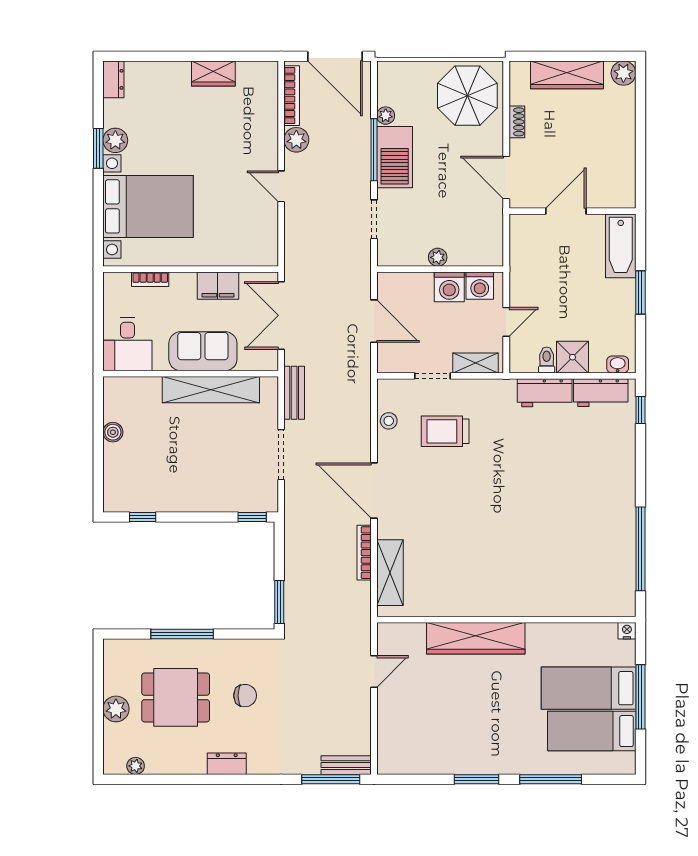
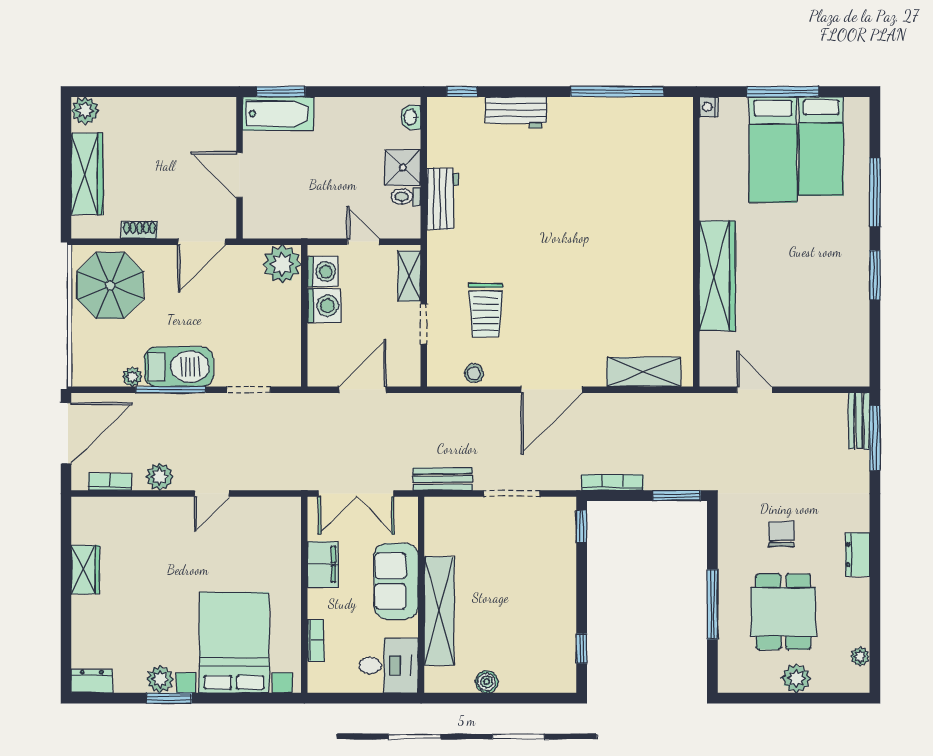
bookcase: (292, 96) -> (110, 482), width x0.64
plant: (438, 257) -> (282, 264), moved, width x1.87, depth x1.87
window: (640, 293) -> (281, 92), moved
shelving: (211, 390) -> (439, 611), moved
workbench: (601, 393) -> (516, 113), moved, turned 90
bookcase: (364, 553) -> (612, 483), moved, turned 180

